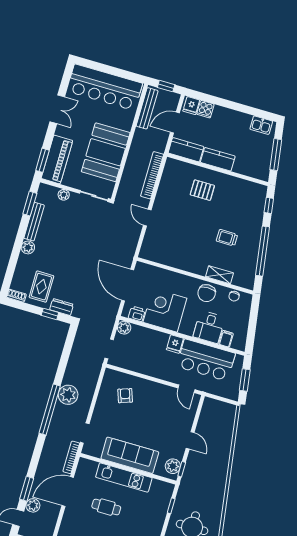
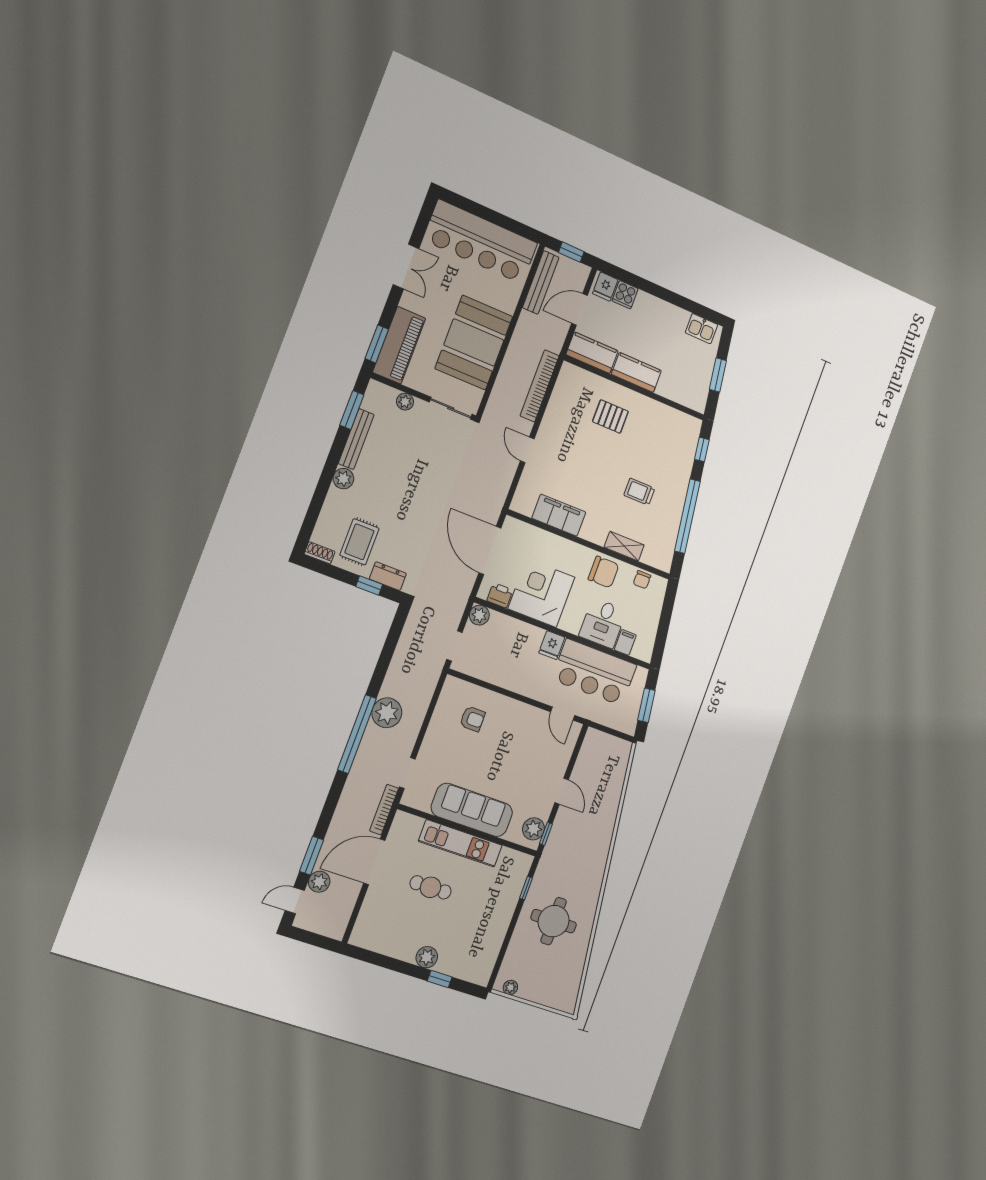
window: (276, 155) -> (718, 375), width x0.69
filing cabinet: (172, 258) -> (559, 515), added
chair: (207, 293) -> (604, 572), turned -90
armchair: (125, 396) -> (472, 719), turned 109

